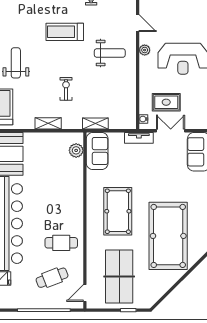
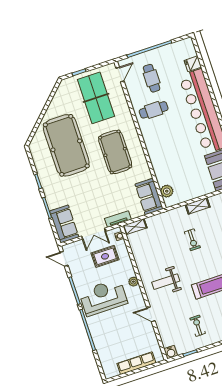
plant: (145, 50) -> (133, 282), moved
shelving: (95, 124) -> (135, 227), moved
cafe table: (52, 278) -> (152, 78), turned -69

